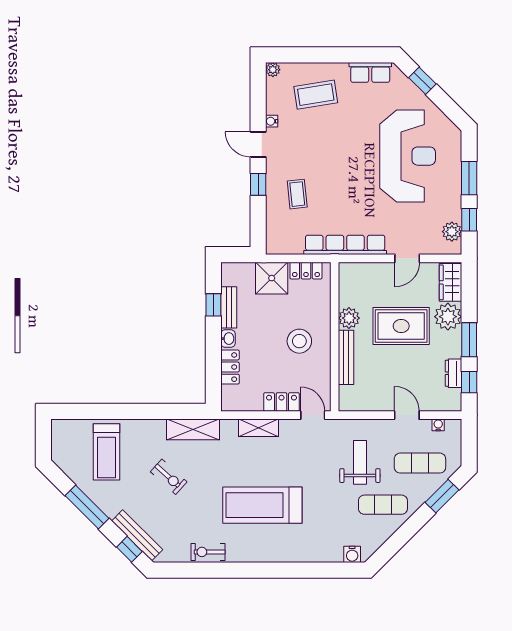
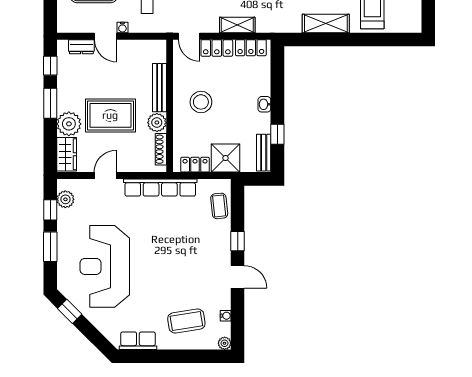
window: (422, 81) -> (70, 311), moved
water cooler: (272, 121) -> (226, 316), moved
coffee table: (297, 194) -> (219, 206), moved
shoe rack: (344, 288) -> (161, 149), added
bench: (229, 307) -> (264, 153), moved
locker: (230, 367) -> (251, 48), moved, turned -90
dresser: (454, 373) -> (81, 47), moved, turned 90
water cooler: (438, 425) -> (122, 28), moved
shelving: (193, 429) -> (326, 24), moved

